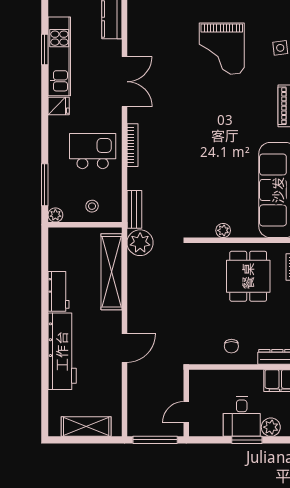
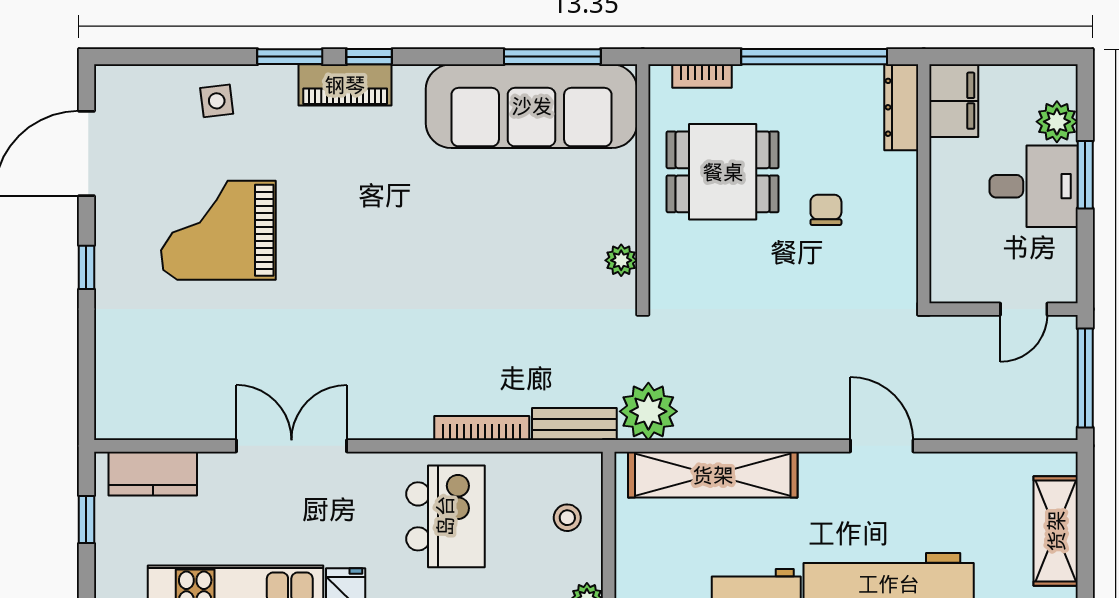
grand piano: (222, 49) -> (218, 230), turned 180
bookcase: (133, 145) -> (482, 428), moved
kitchen island: (93, 151) -> (445, 516), turned 180
plant: (223, 230) -> (621, 260), moved
chair: (231, 346) -> (826, 210), moved, turned -90
door: (186, 412) -> (1024, 309), hinge flipped

